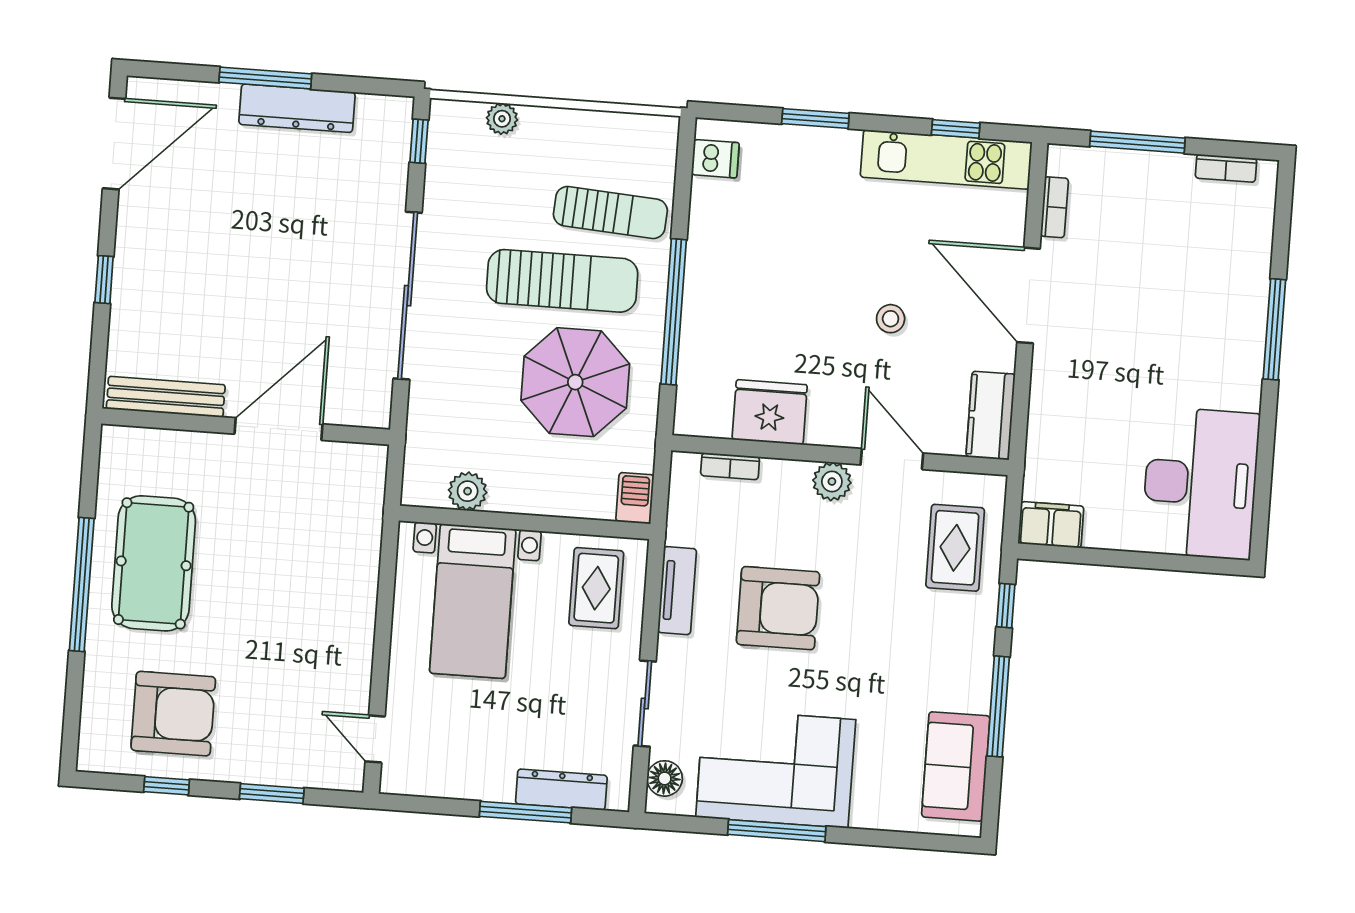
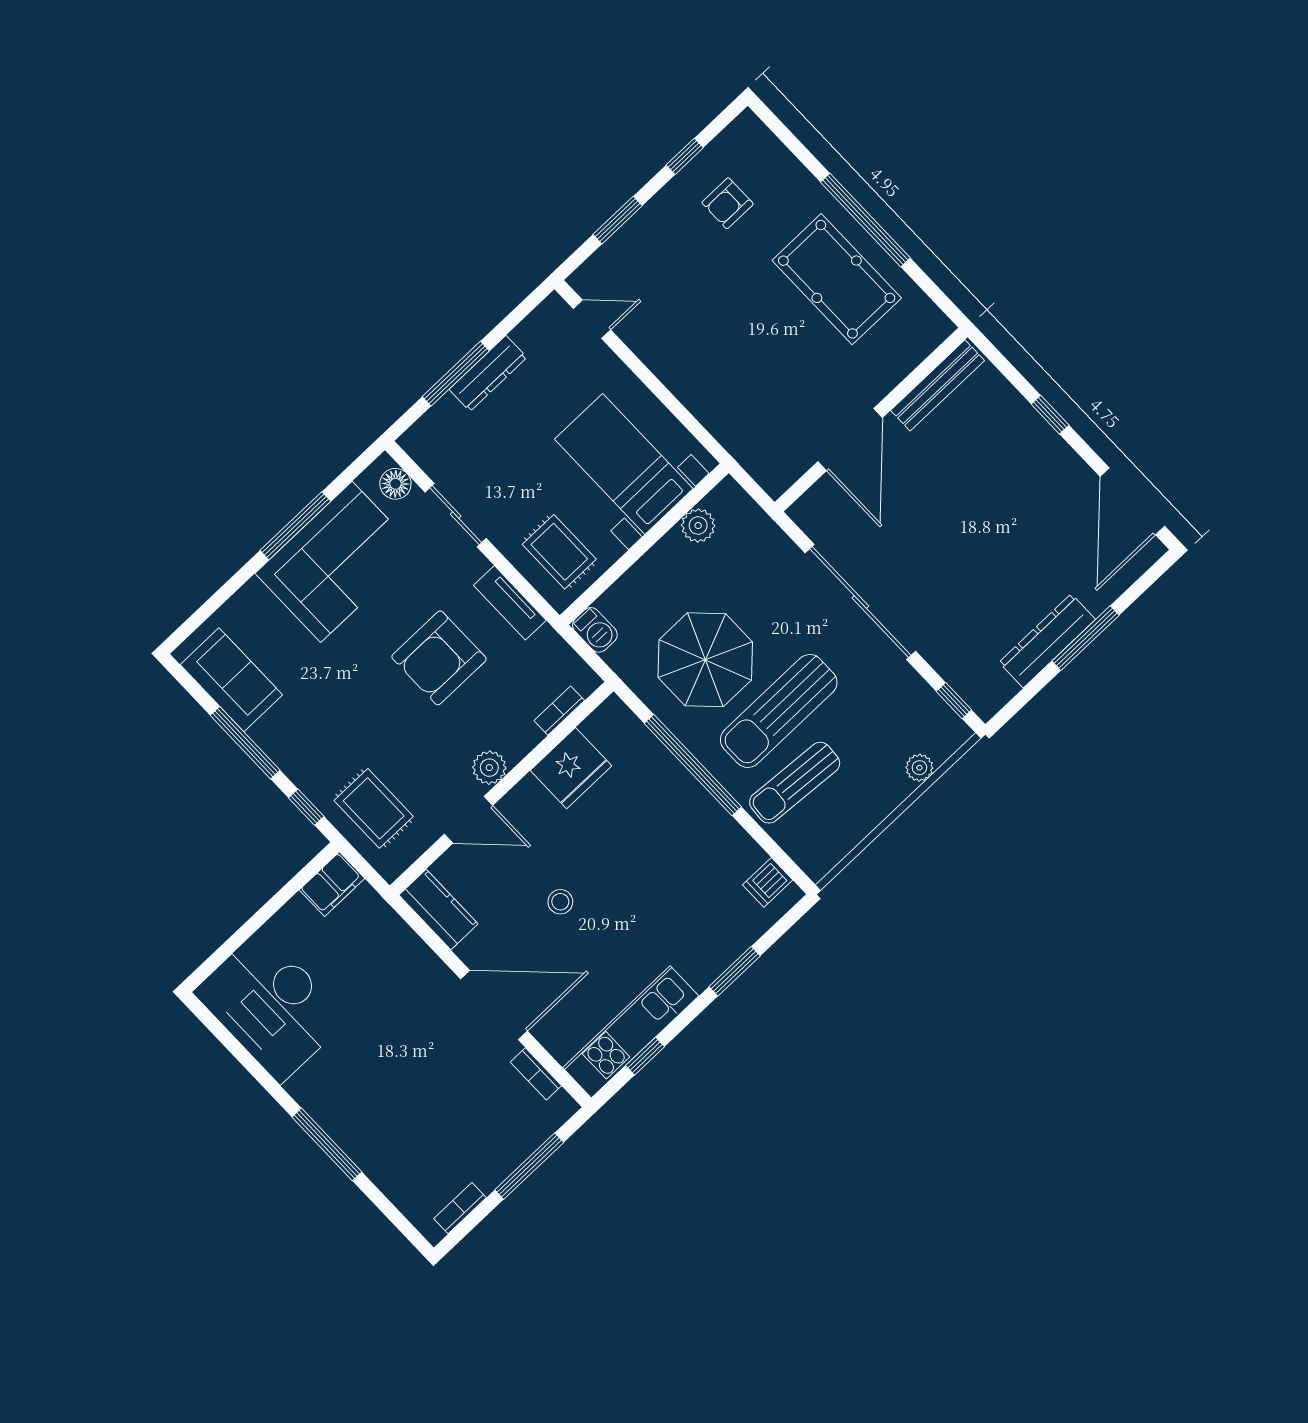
armchair: (173, 714) -> (728, 203), width x0.53, depth x0.53
dresser: (561, 790) -> (488, 373), moved

